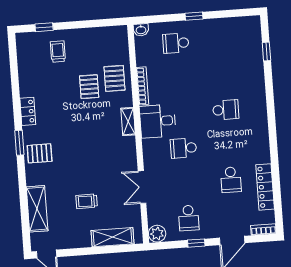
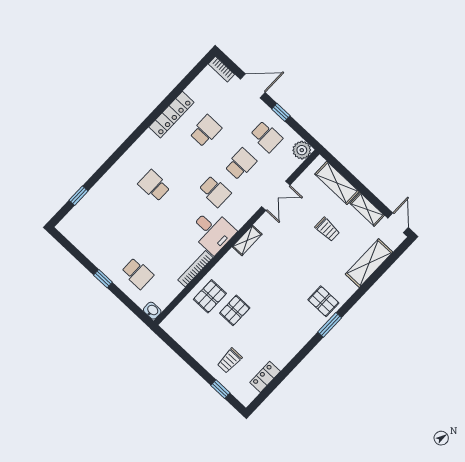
locker: (28, 111) -> (265, 377), moved
shelving: (128, 122) -> (247, 240), moved
school desk: (186, 183) -> (241, 164), added
locker: (265, 187) -> (171, 115), moved
school desk: (189, 218) -> (266, 137), turned 90
shelving: (75, 241) -> (367, 209), added

